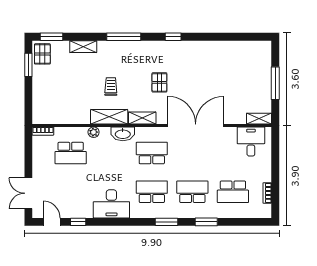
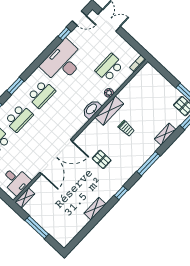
shelving: (142, 118) -> (95, 209), moved
school desk: (152, 153) -> (64, 116), removed
desk: (111, 204) -> (63, 62), width x1.36, depth x1.30

